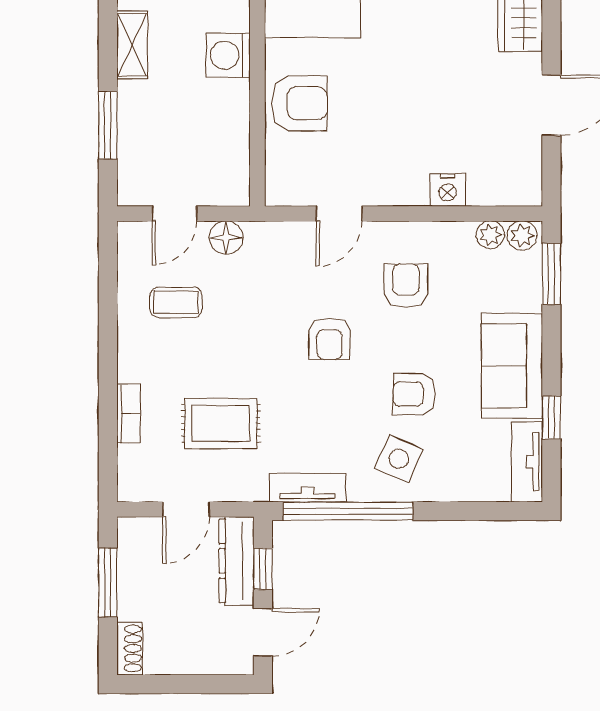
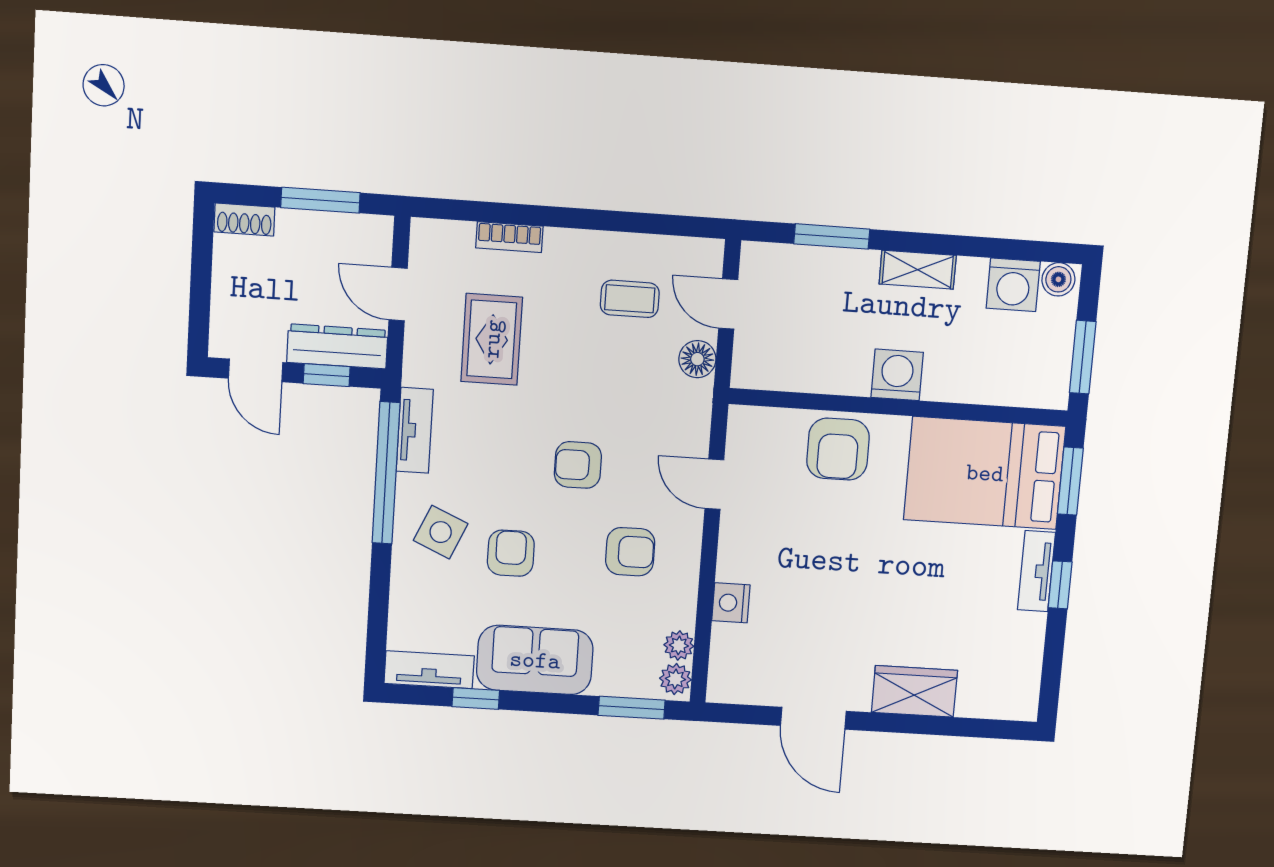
coffee table: (176, 302) -> (630, 299), turned 90

